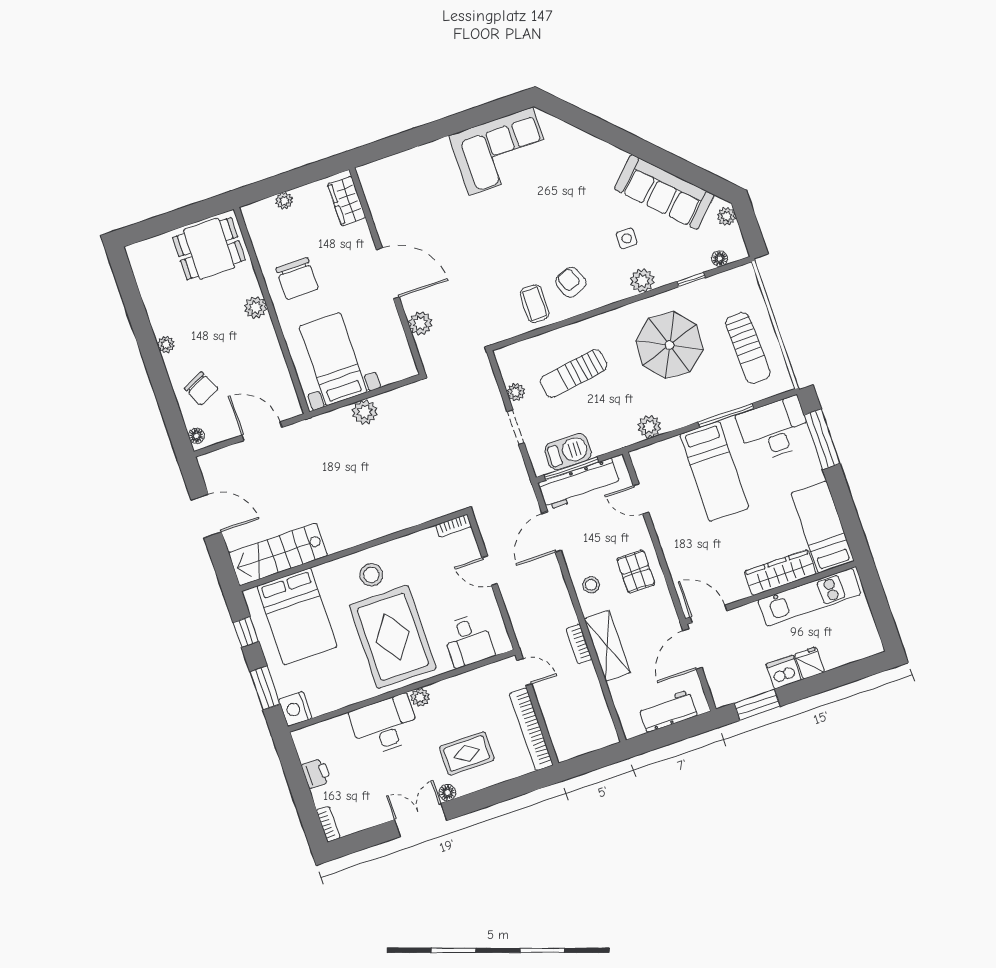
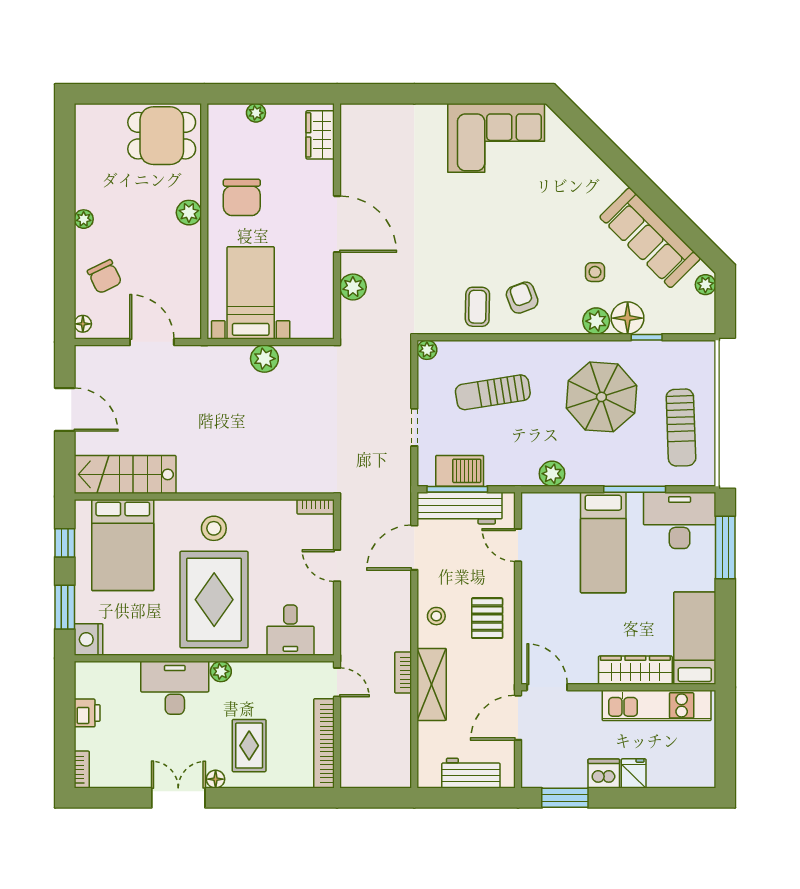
floor lamp: (720, 259) -> (628, 318), moved, width x1.89, depth x1.89
plant: (516, 392) -> (427, 350), moved
rug: (467, 753) -> (249, 746), turned 90

